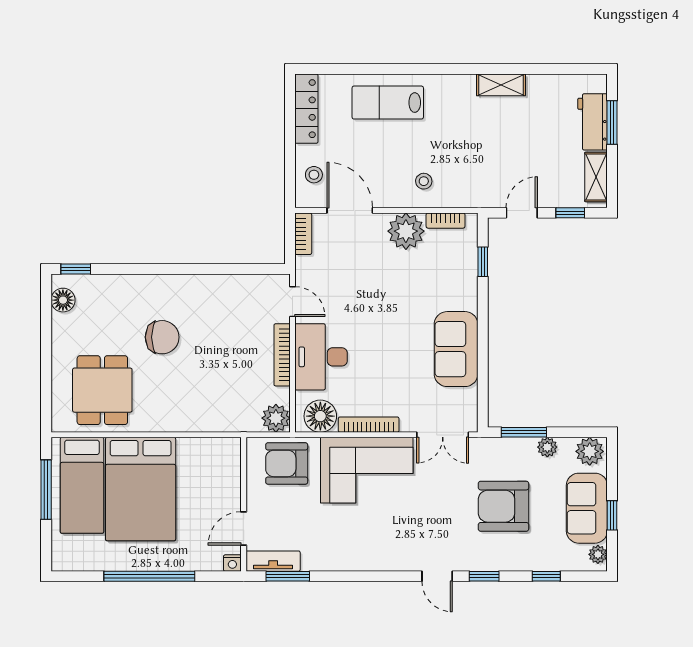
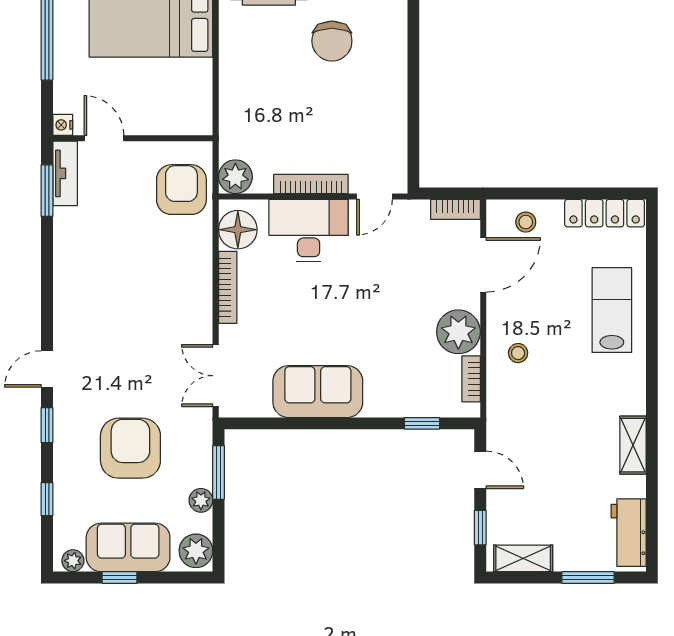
workbench: (592, 122) -> (629, 533), moved, turned -90
corner sofa: (367, 470) -> (173, 285), removed

